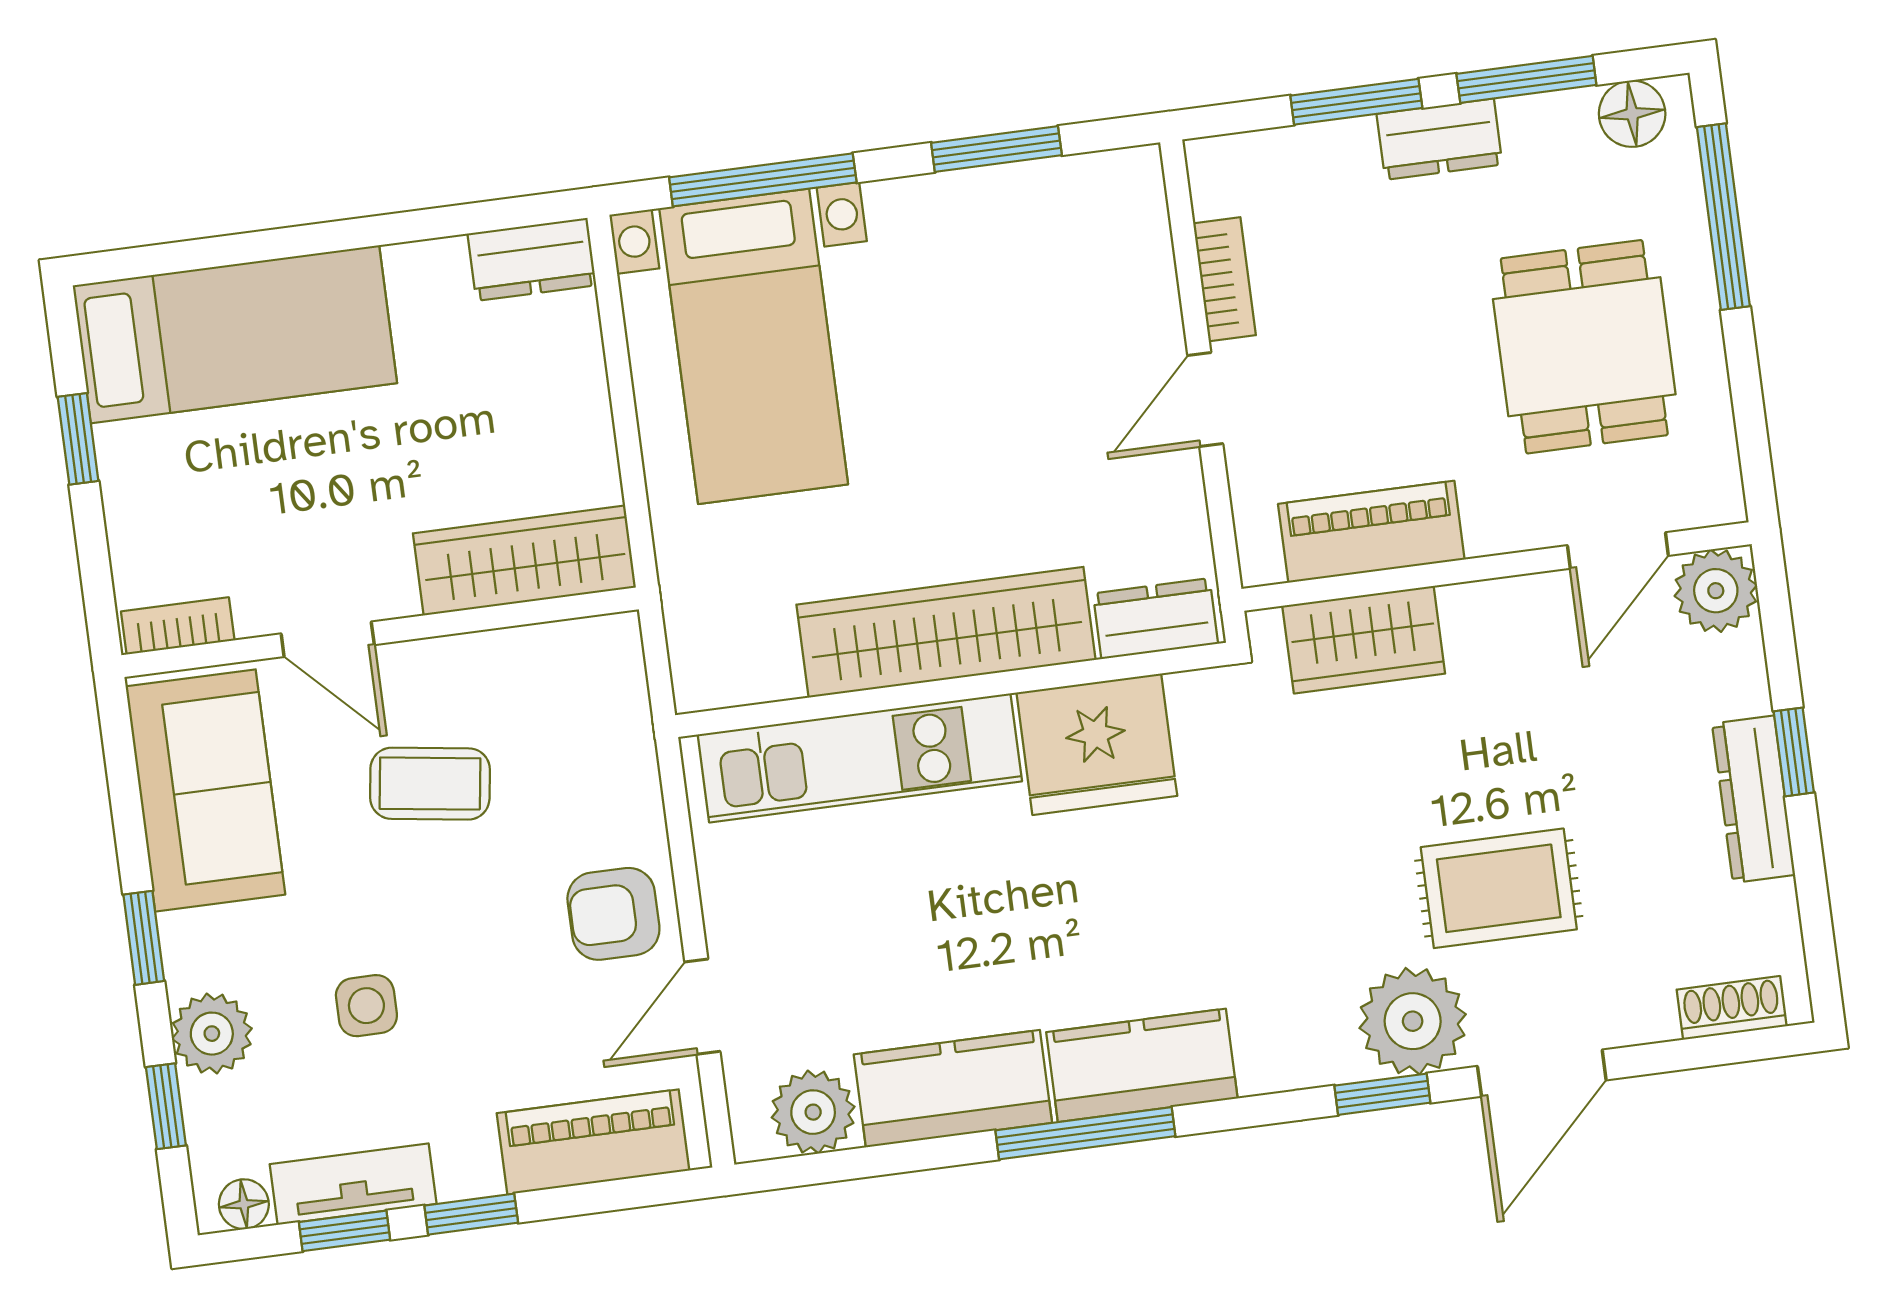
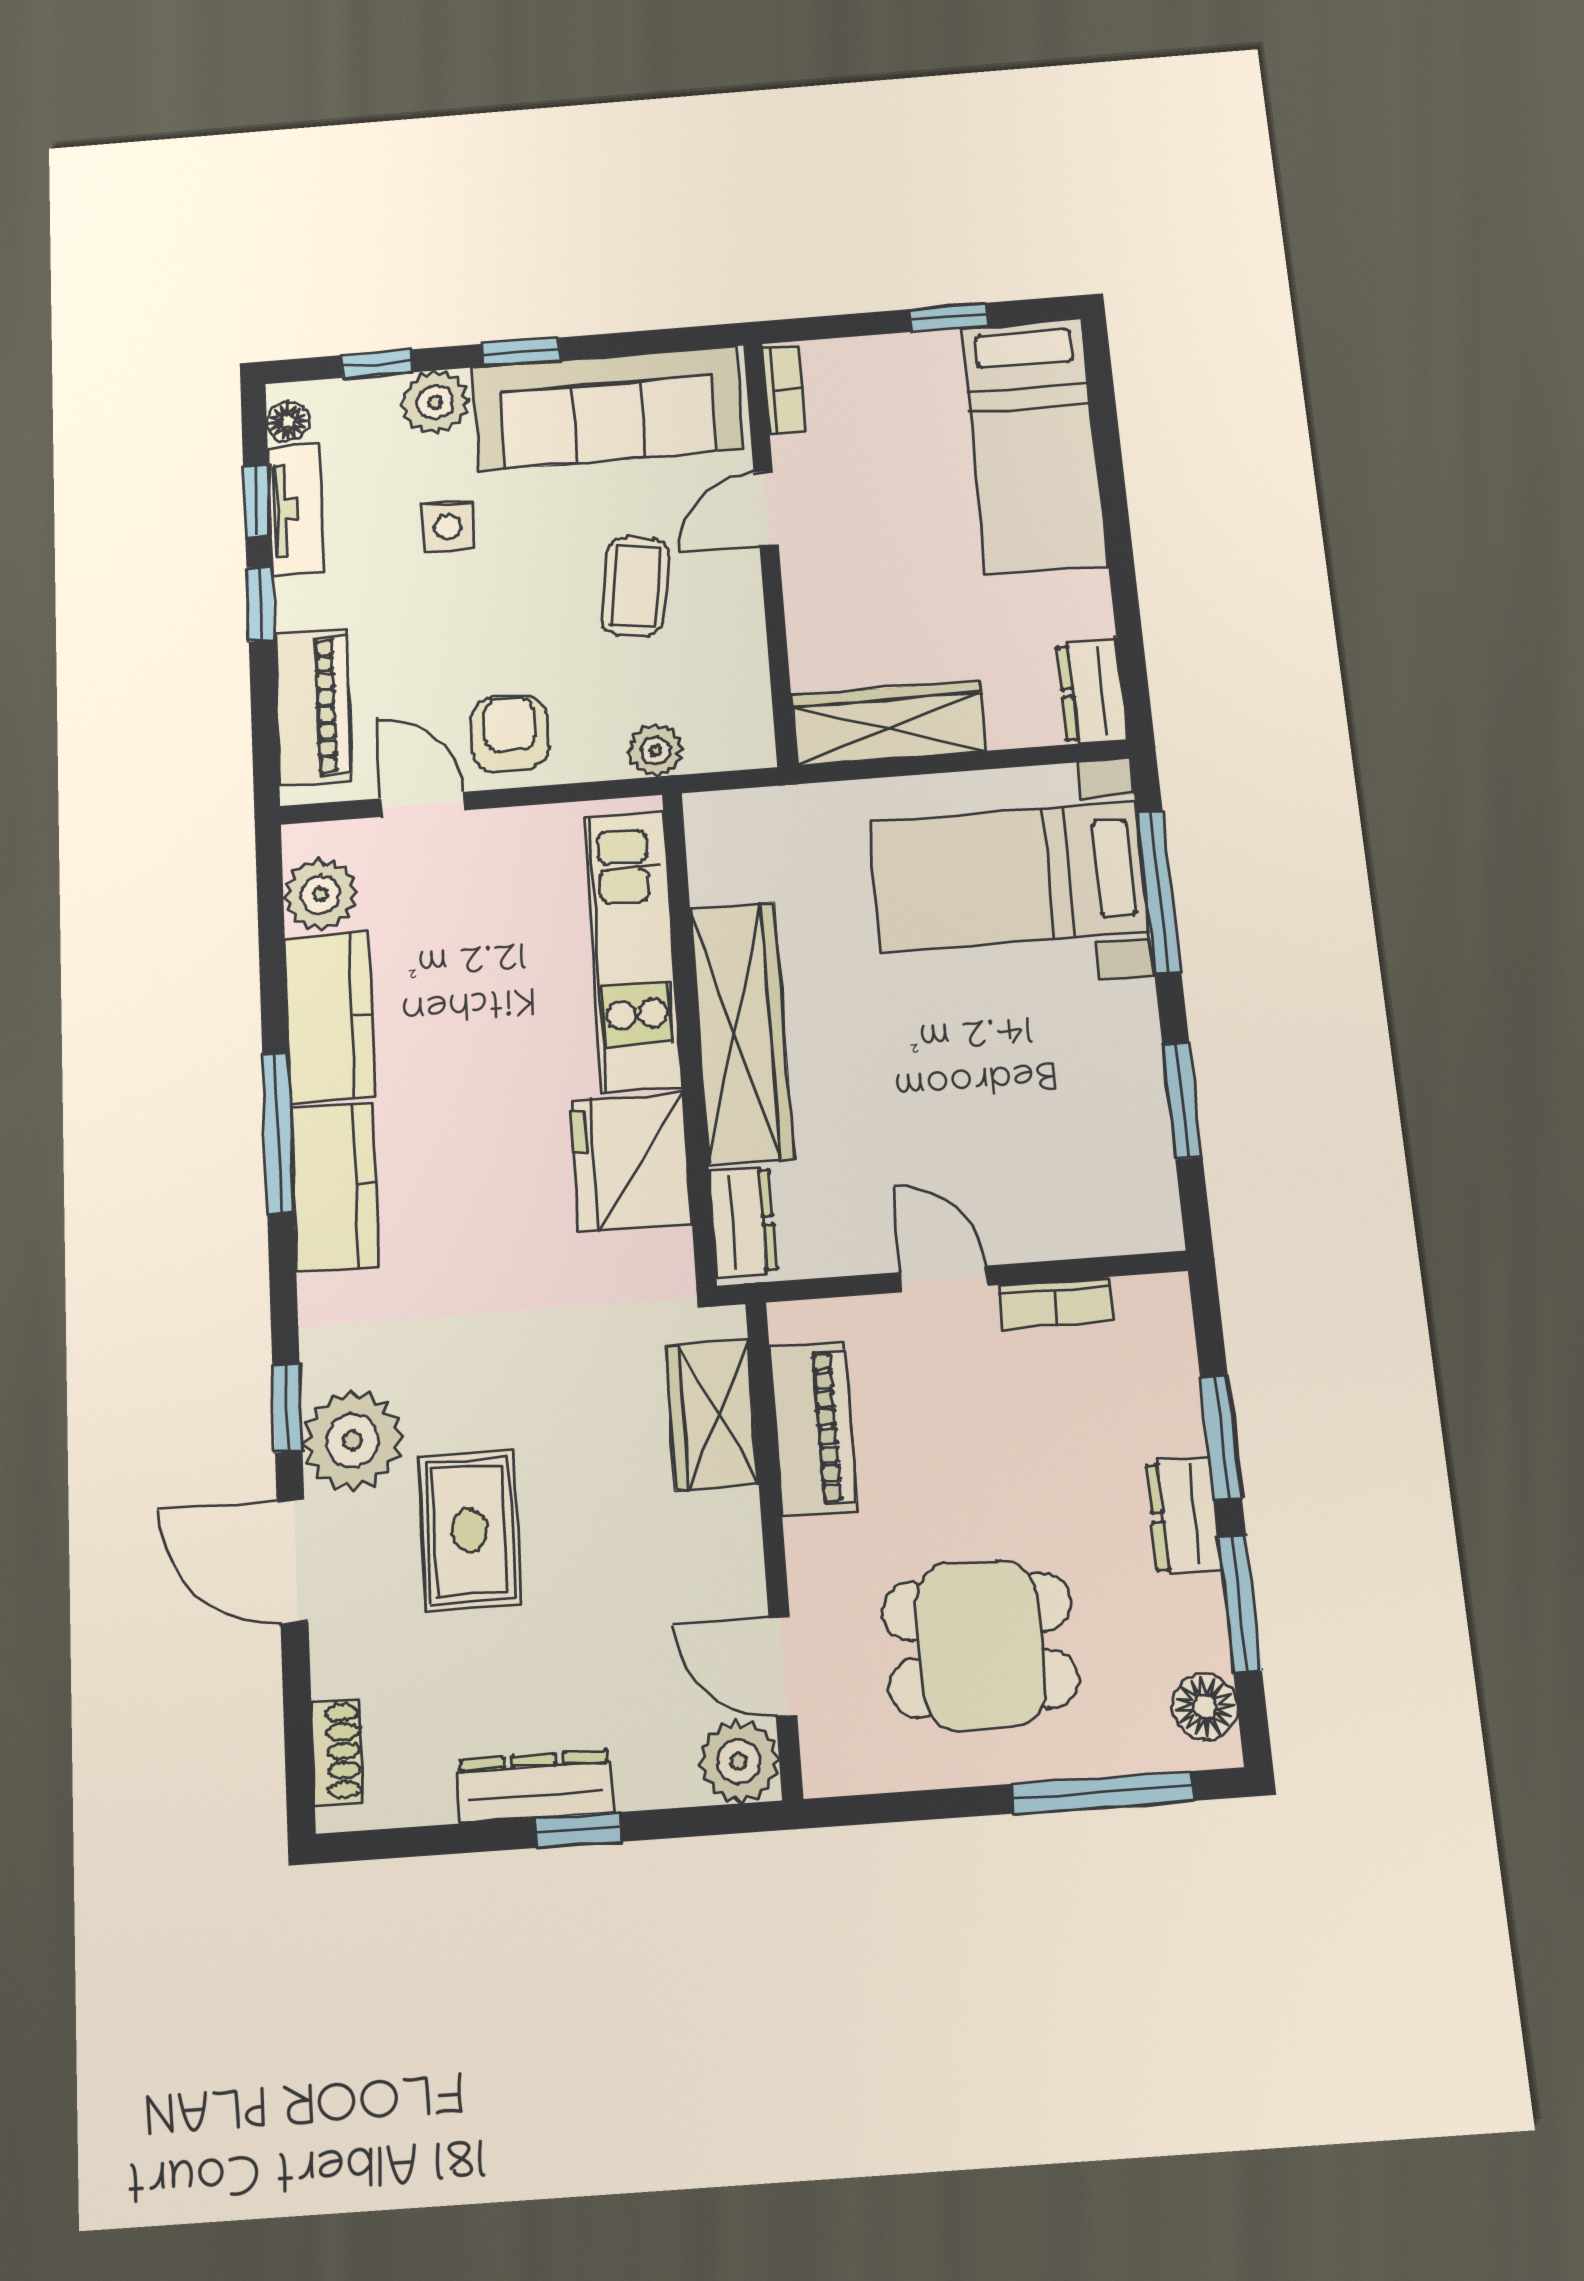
wardrobe: (524, 560) -> (889, 723), moved, turned -90
plant: (626, 748) -> (655, 750), added
sofa: (205, 791) -> (607, 408), width x1.36

